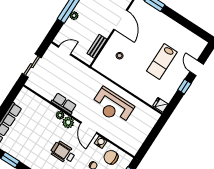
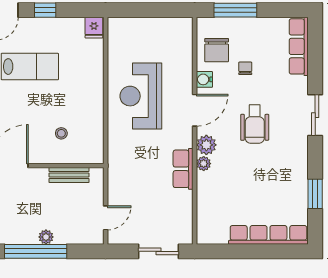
door: (65, 50) -> (106, 218), swing flipped
reception desk: (113, 106) -> (141, 96), turned 180

